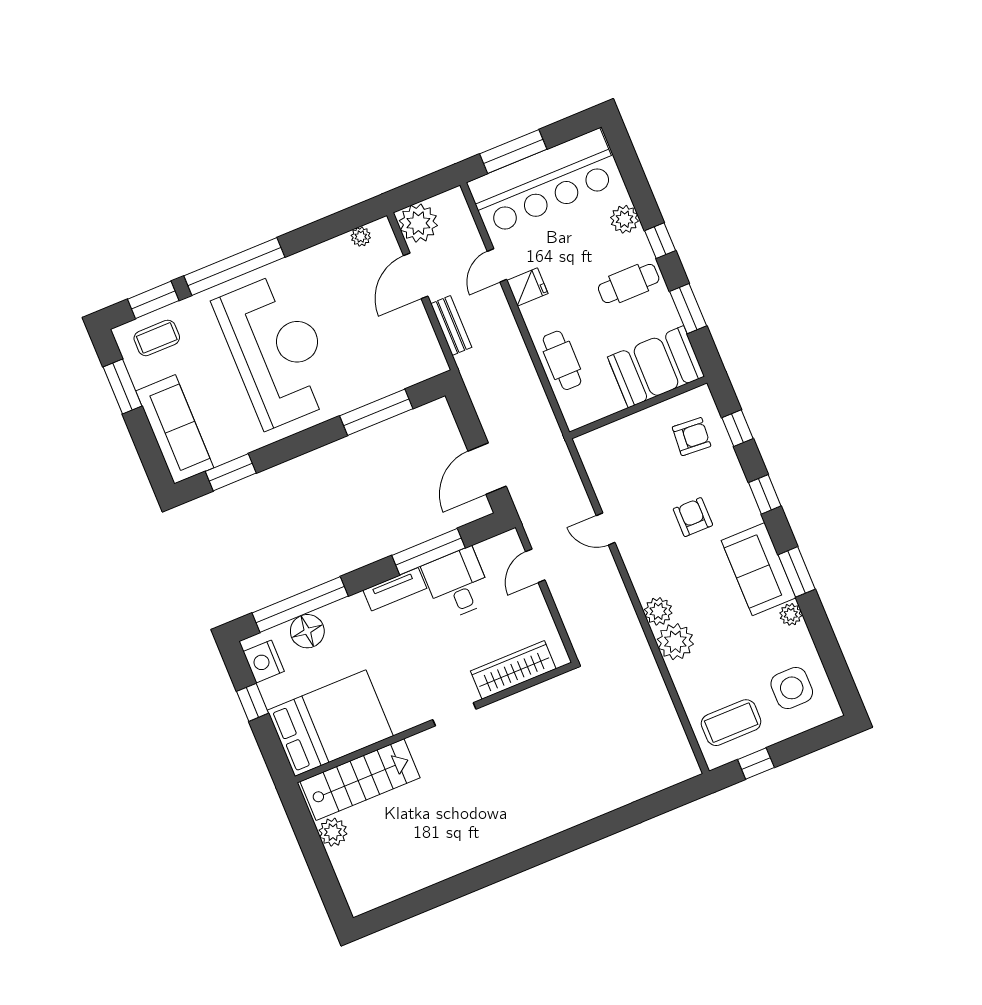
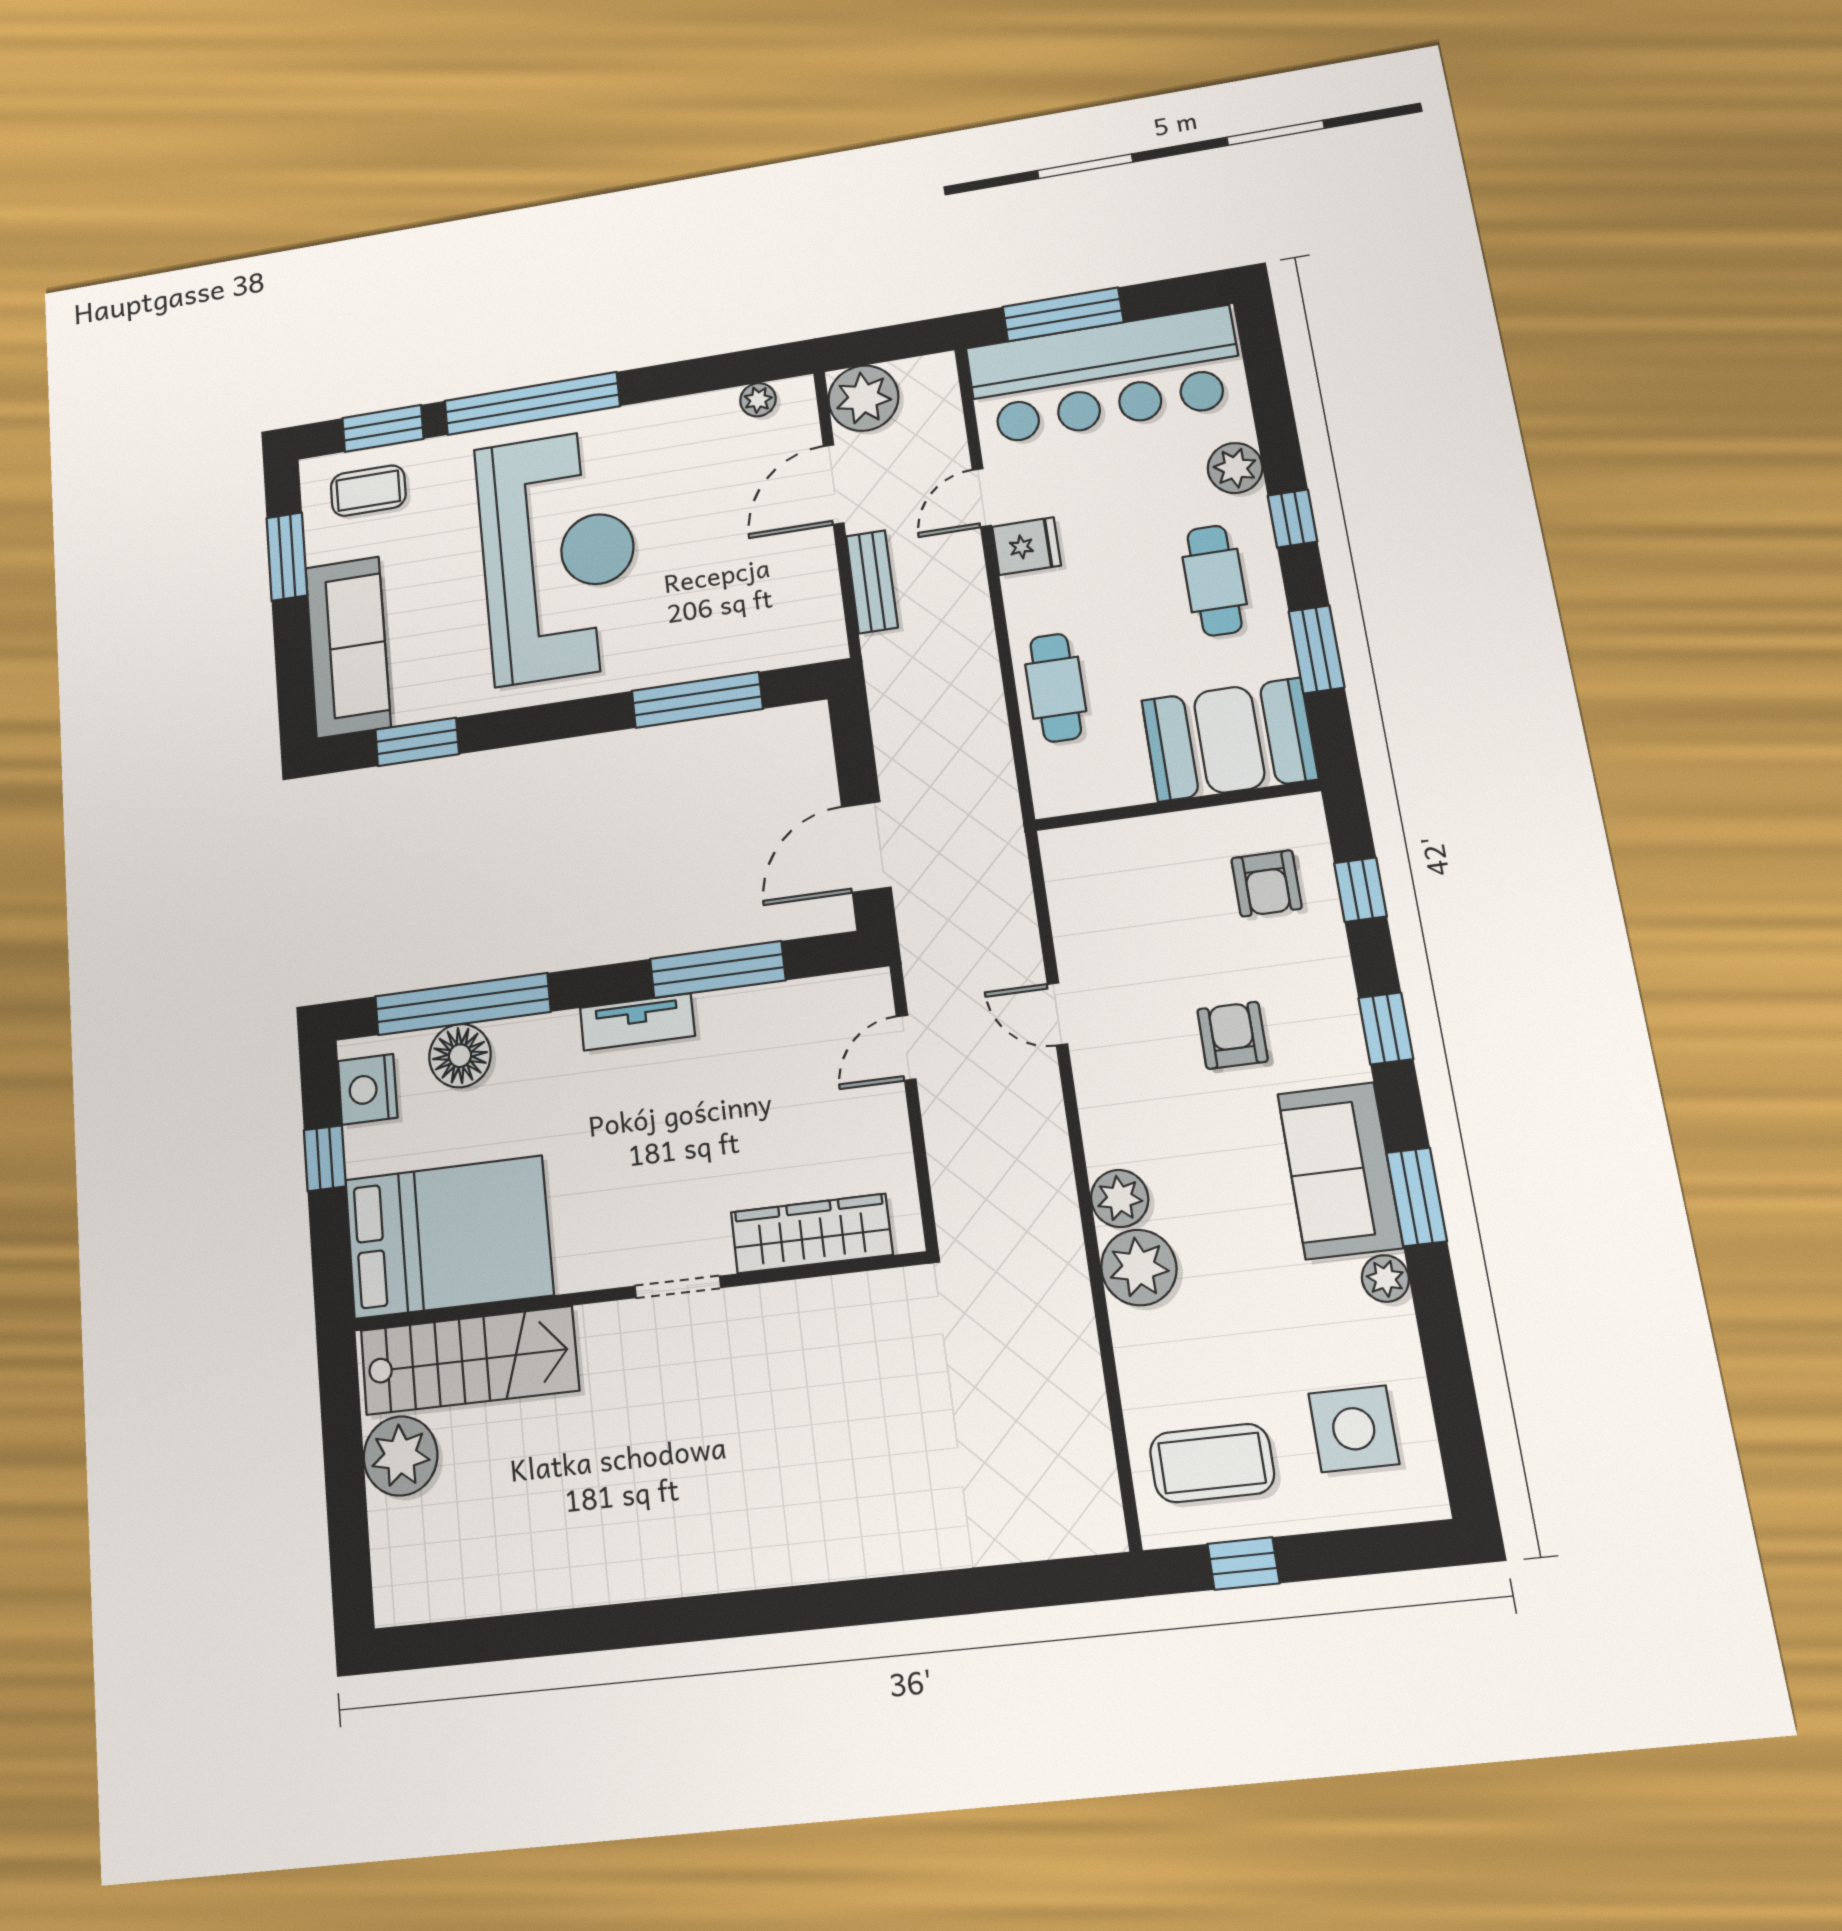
cafe table: (629, 284) -> (1214, 580), turned 90
armchair: (692, 437) -> (1266, 883), turned 86
desk: (457, 584) -> (753, 1042), removed
plant: (333, 832) -> (400, 1456), width x1.36, depth x1.36

